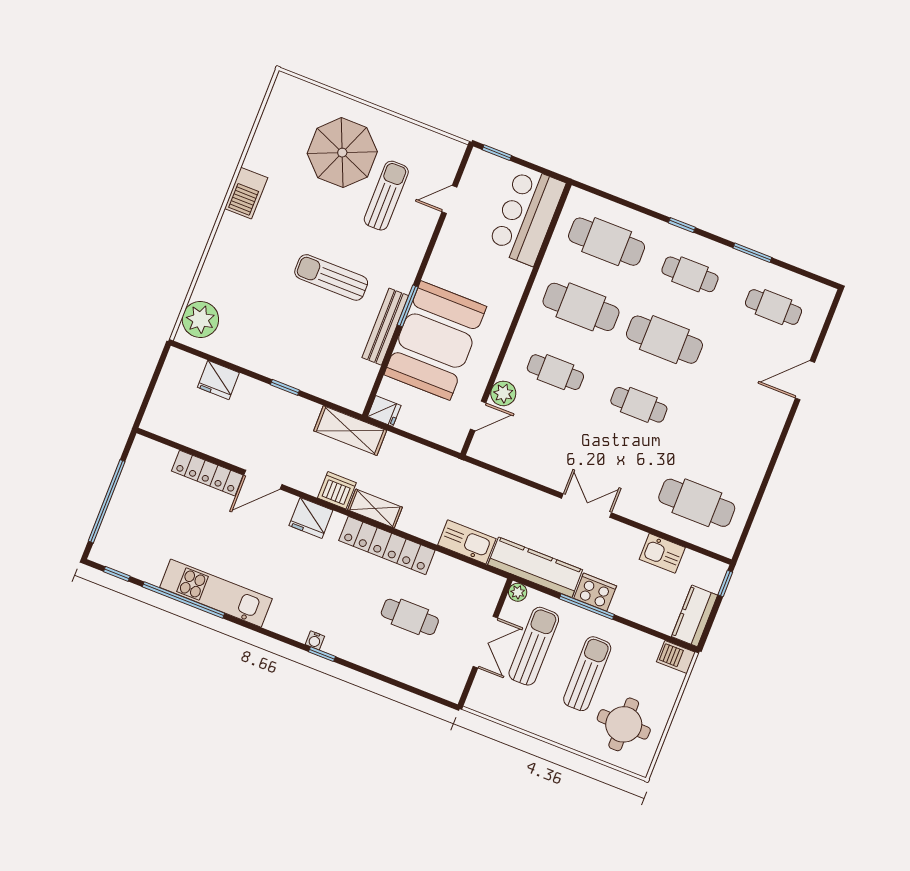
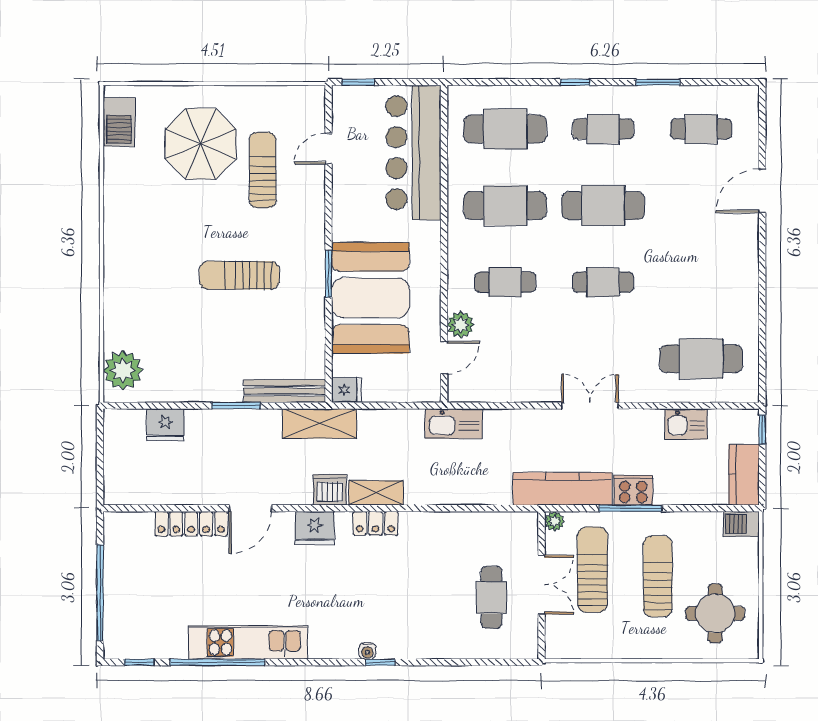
barbecue: (246, 193) -> (119, 122), moved
bar counter: (527, 216) -> (413, 153), width x1.36
bench: (385, 327) -> (284, 391), moved, turned 90
window: (285, 387) -> (236, 406), width x1.50
kitchen sink: (467, 542) -> (454, 424), moved, turned 180
locker: (387, 545) -> (375, 523), width x0.46, depth x0.83
cafe table: (410, 617) -> (492, 597), moved, turned 90

